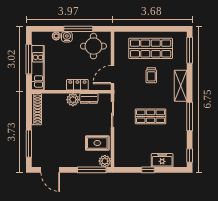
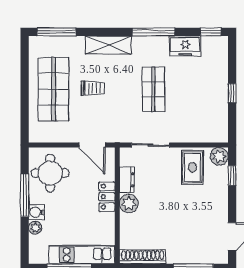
freezer: (162, 160) -> (185, 46), moved, turned -90
window: (92, 170) -> (232, 176), width x0.46

